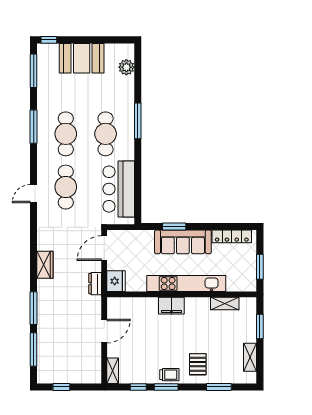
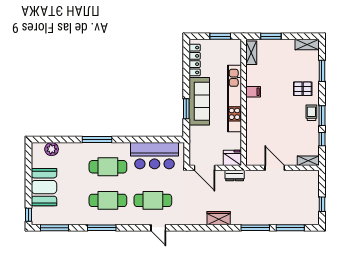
shelving: (225, 303) -> (251, 53), moved
filing cabinet: (171, 306) -> (253, 92), moved, width x0.50
shelving: (250, 357) -> (307, 45), moved

